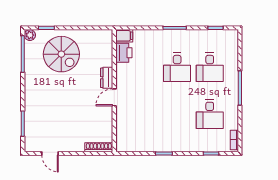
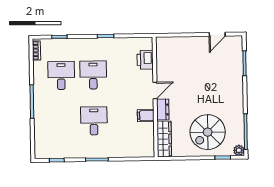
filing cabinet: (124, 36) -> (146, 116), moved
wardrobe: (106, 48) -> (164, 139), added
printer: (124, 53) -> (145, 60), moved
spiral stairs: (61, 54) -> (208, 132), turned -90
desk: (210, 67) -> (93, 75), moved
shoe rack: (99, 147) -> (169, 41), removed
door: (50, 154) -> (217, 34), swing flipped

